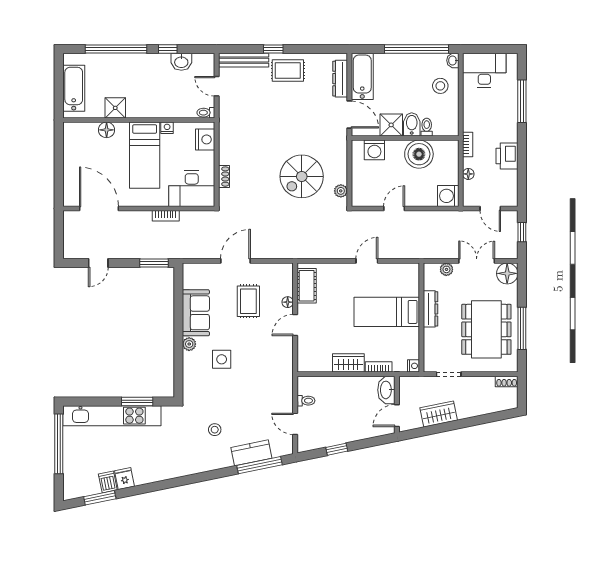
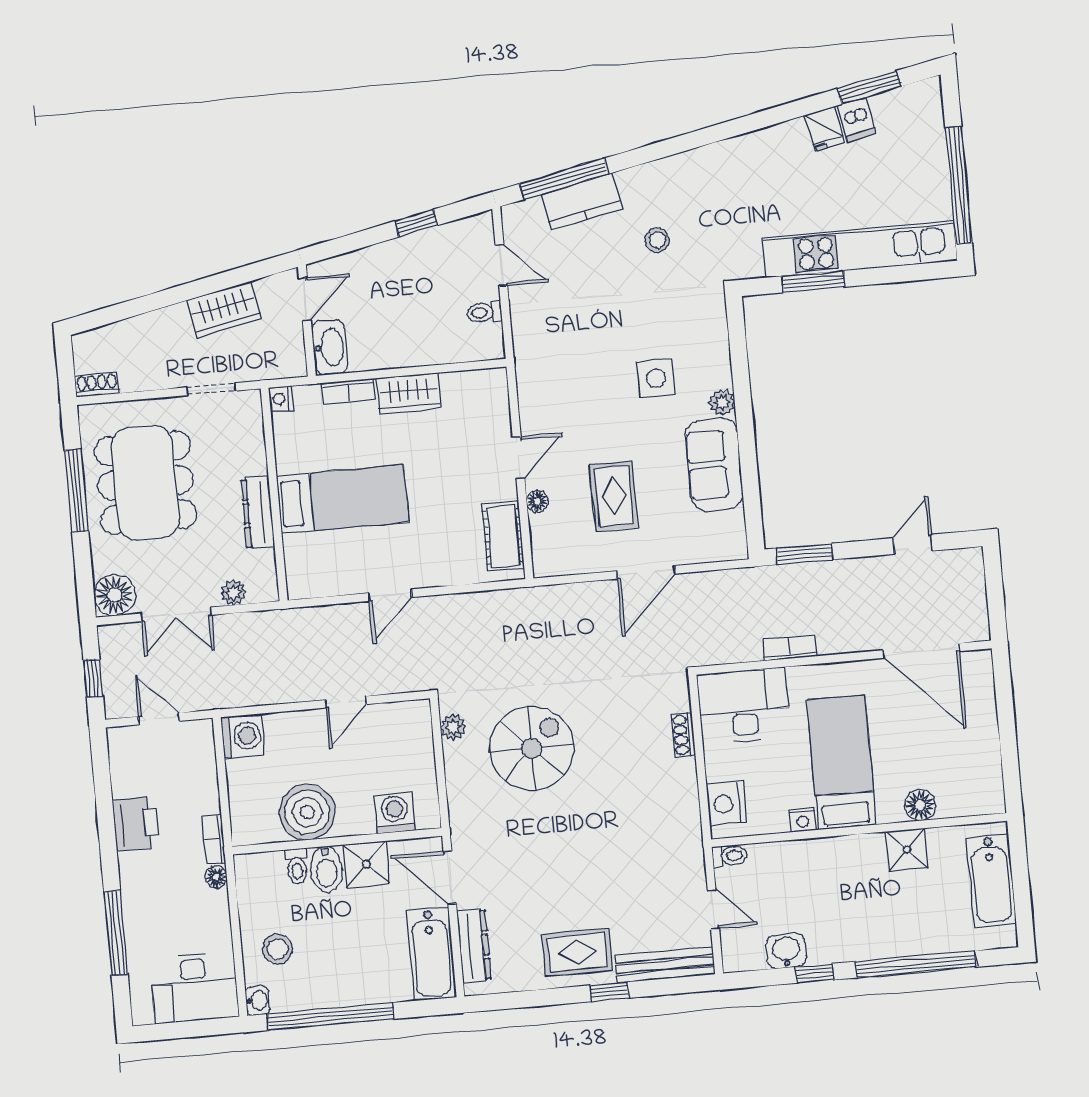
floor lamp: (468, 174) -> (216, 877), moved

